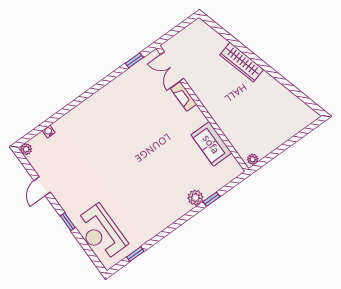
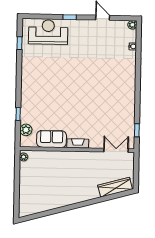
wardrobe: (242, 62) -> (115, 187), moved
fireplace: (184, 96) -> (78, 143), moved
plant: (195, 198) -> (26, 130), moved

